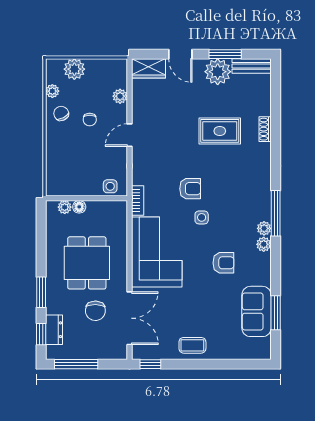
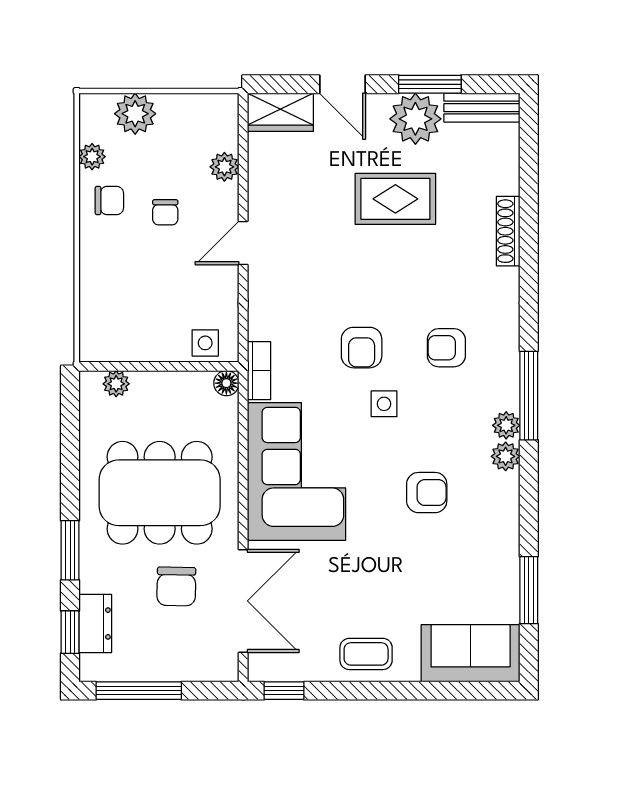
chair: (61, 113) -> (109, 200), turned 117
shoe rack: (265, 129) -> (508, 231), width x1.43
rug: (220, 131) -> (395, 199), moved
armchair: (190, 189) -> (362, 348), turned 90
armchair: (233, 189) -> (446, 348), added
floor lamp: (79, 207) -> (226, 383), moved
dining table: (87, 263) -> (160, 493), width x1.38
sofa: (257, 311) -> (471, 653), moved, turned 90

